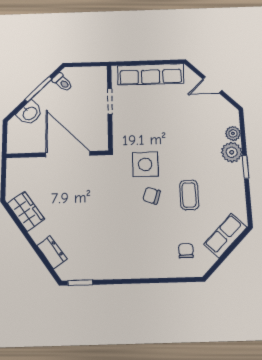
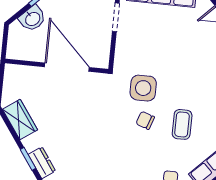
window: (37, 250) -> (28, 159), added

